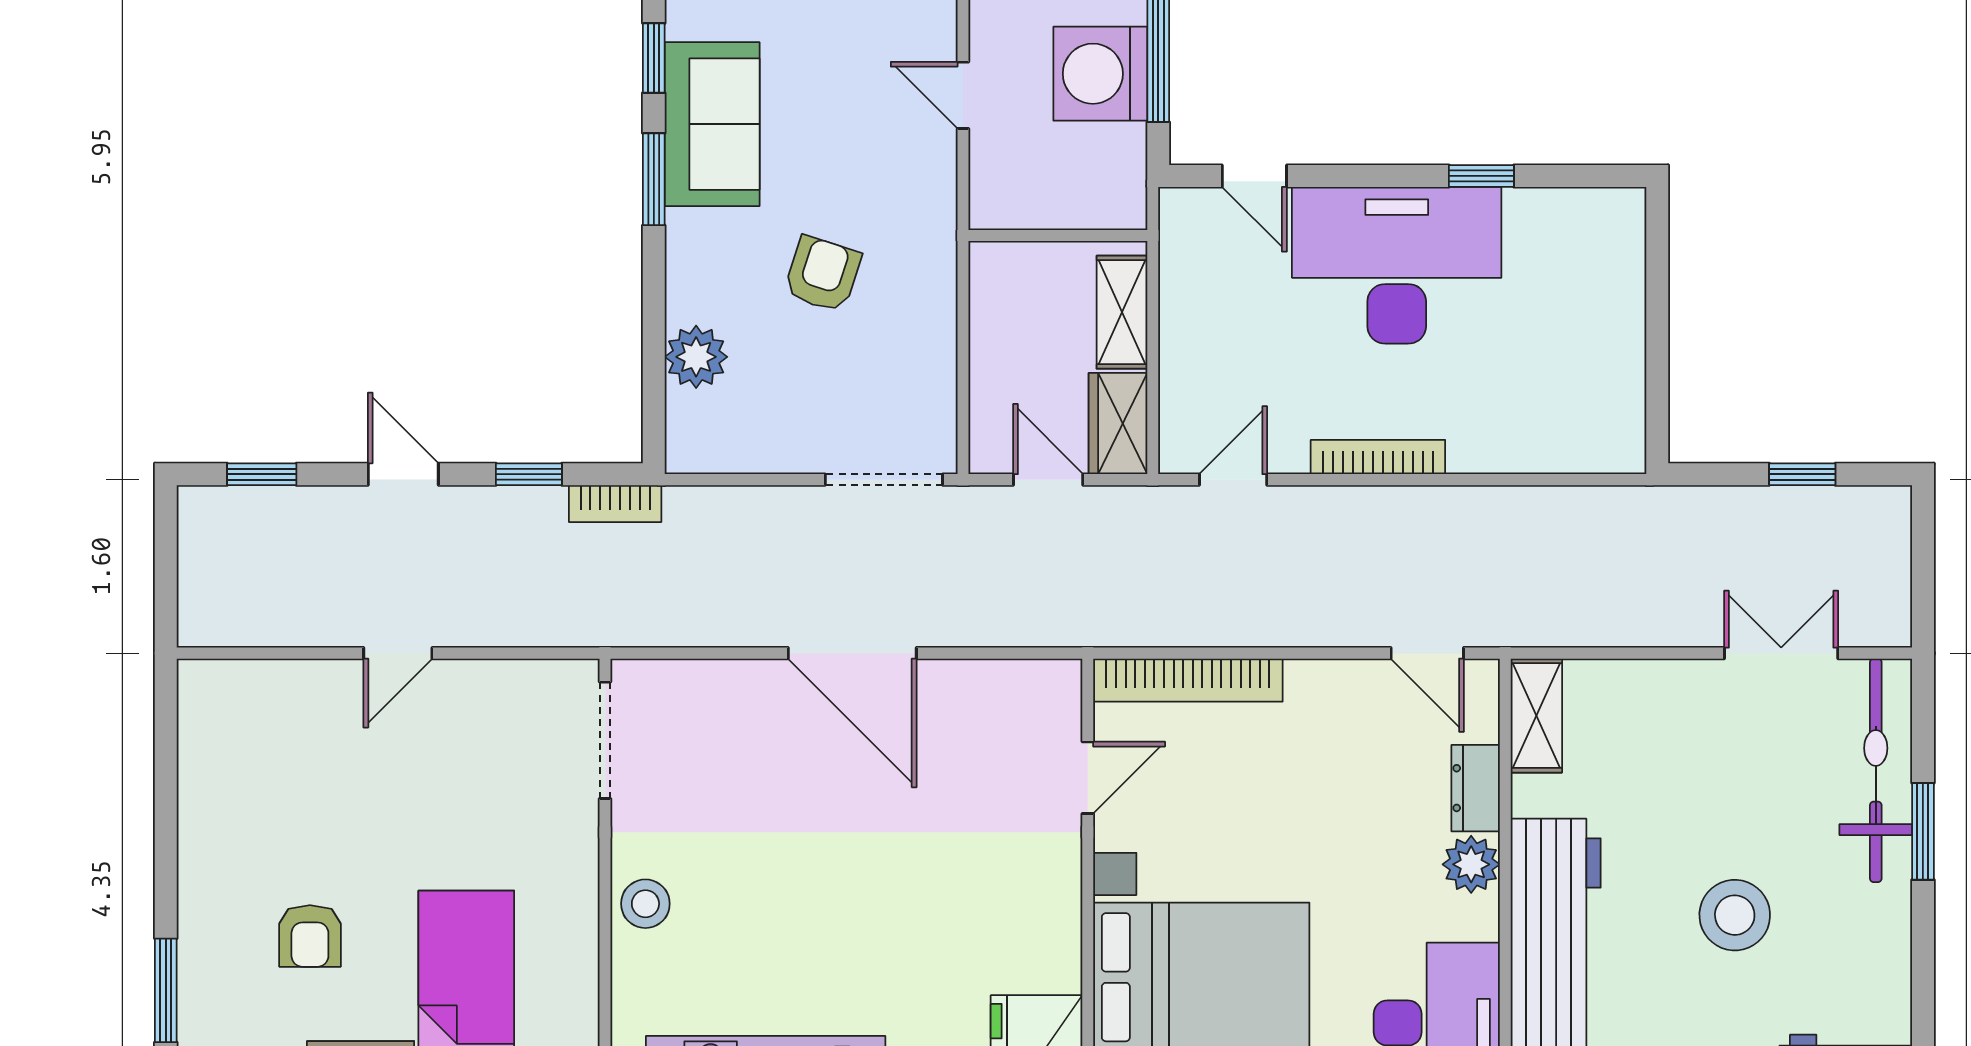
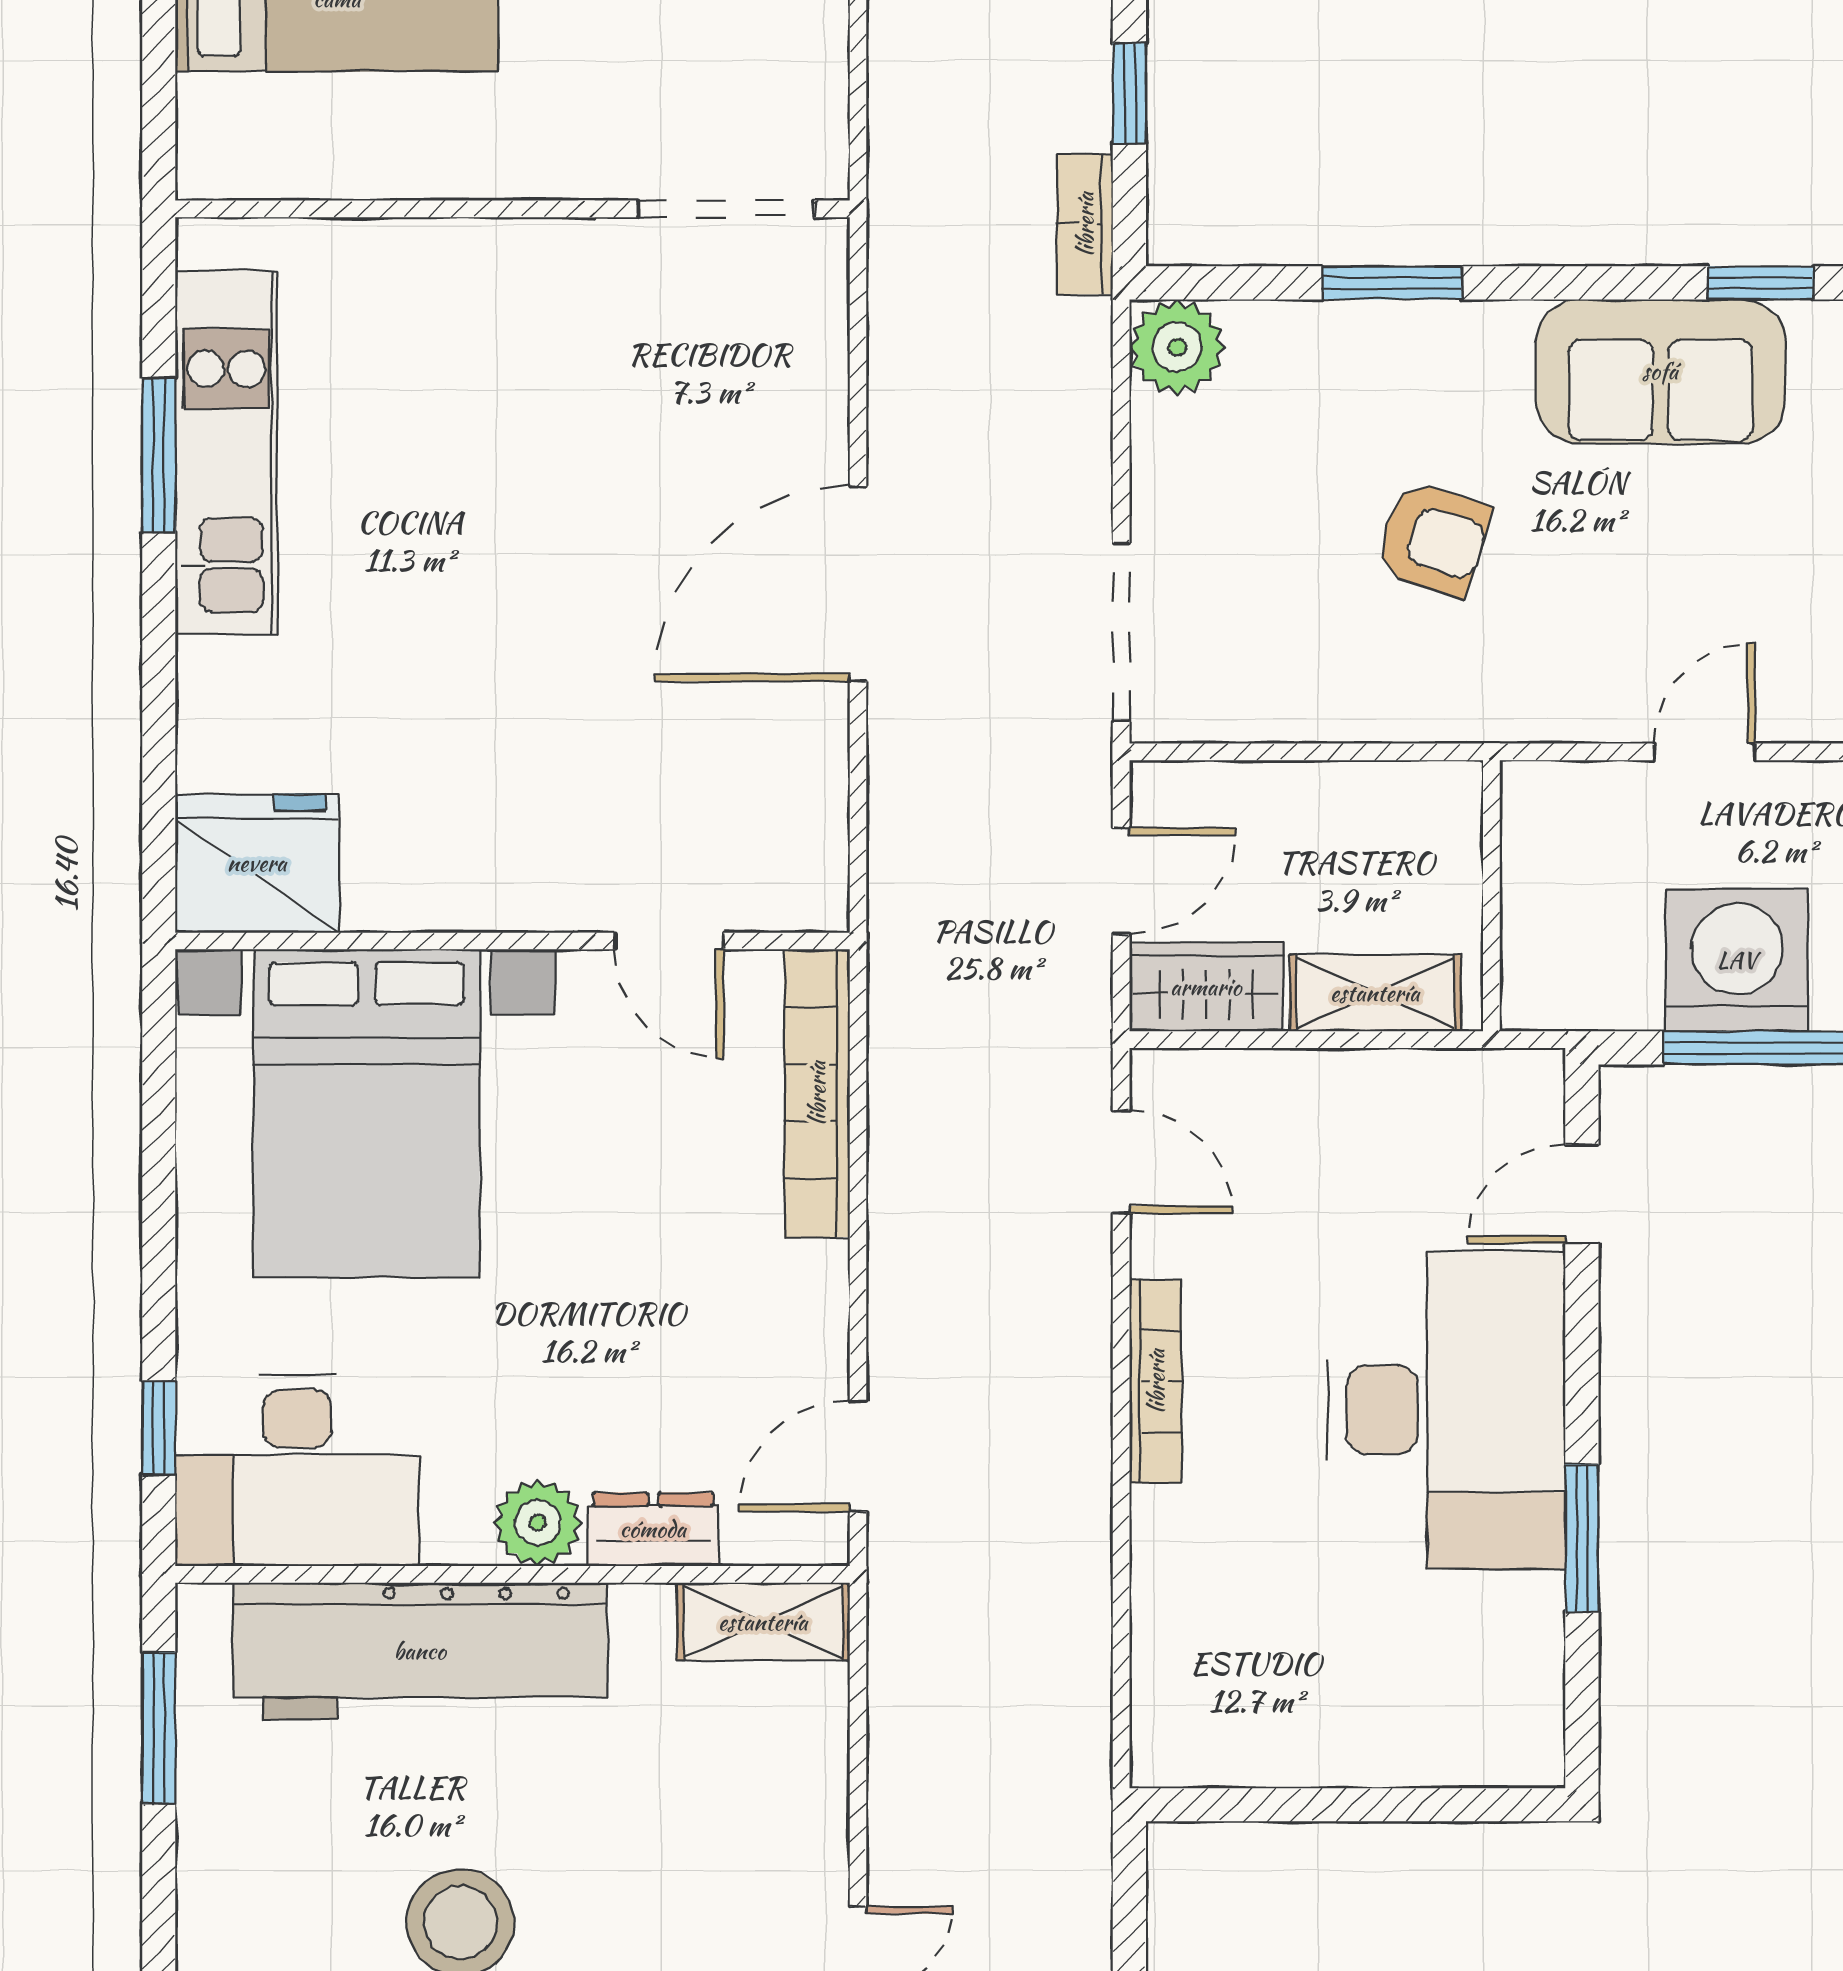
window: (1481, 176) -> (1582, 1538), width x1.50
window: (654, 179) -> (1392, 283), moved
plant: (696, 357) -> (1177, 347), moved
stool: (645, 904) -> (478, 270), removed

